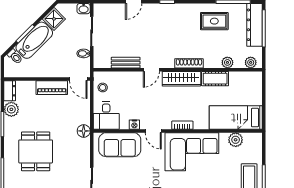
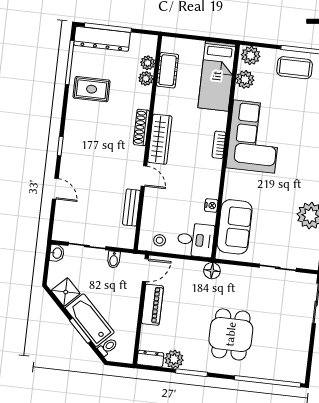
rug: (214, 21) -> (92, 89), turned 90
plant: (251, 62) -> (148, 63), moved
cot: (215, 79) -> (168, 70), moved
door: (153, 131) -> (222, 183), removed
plant: (255, 142) -> (251, 55), added
dining table: (36, 151) -> (231, 334), turned 90

